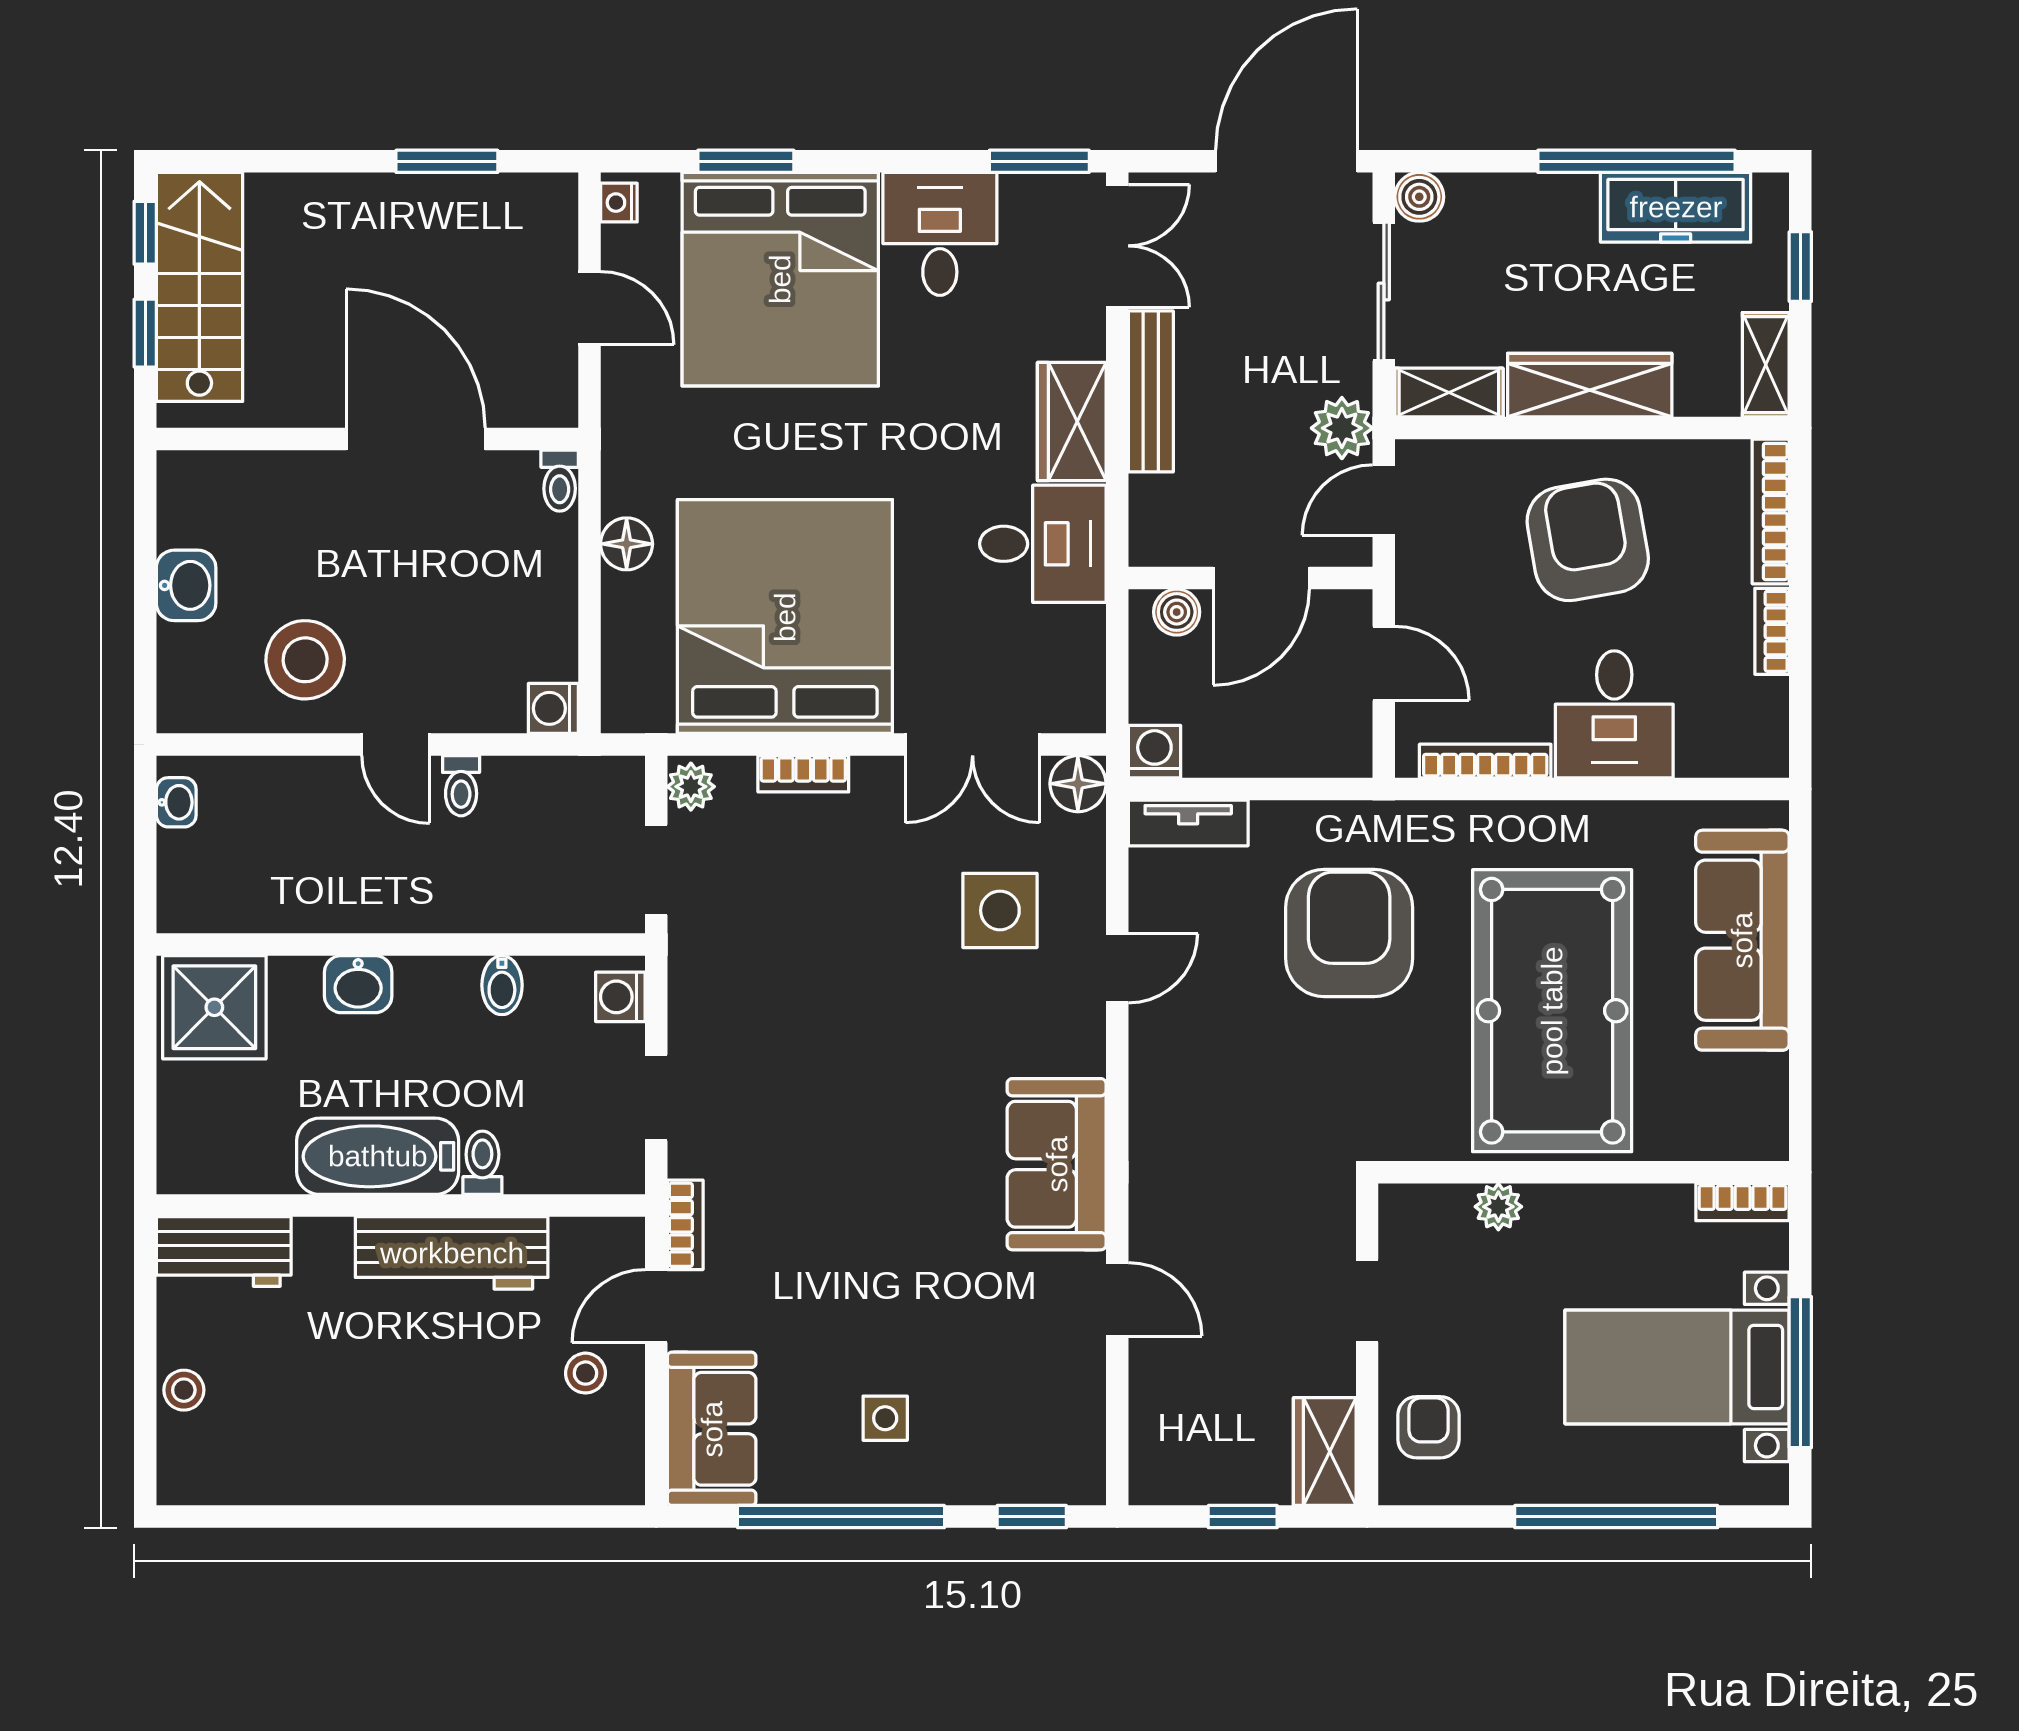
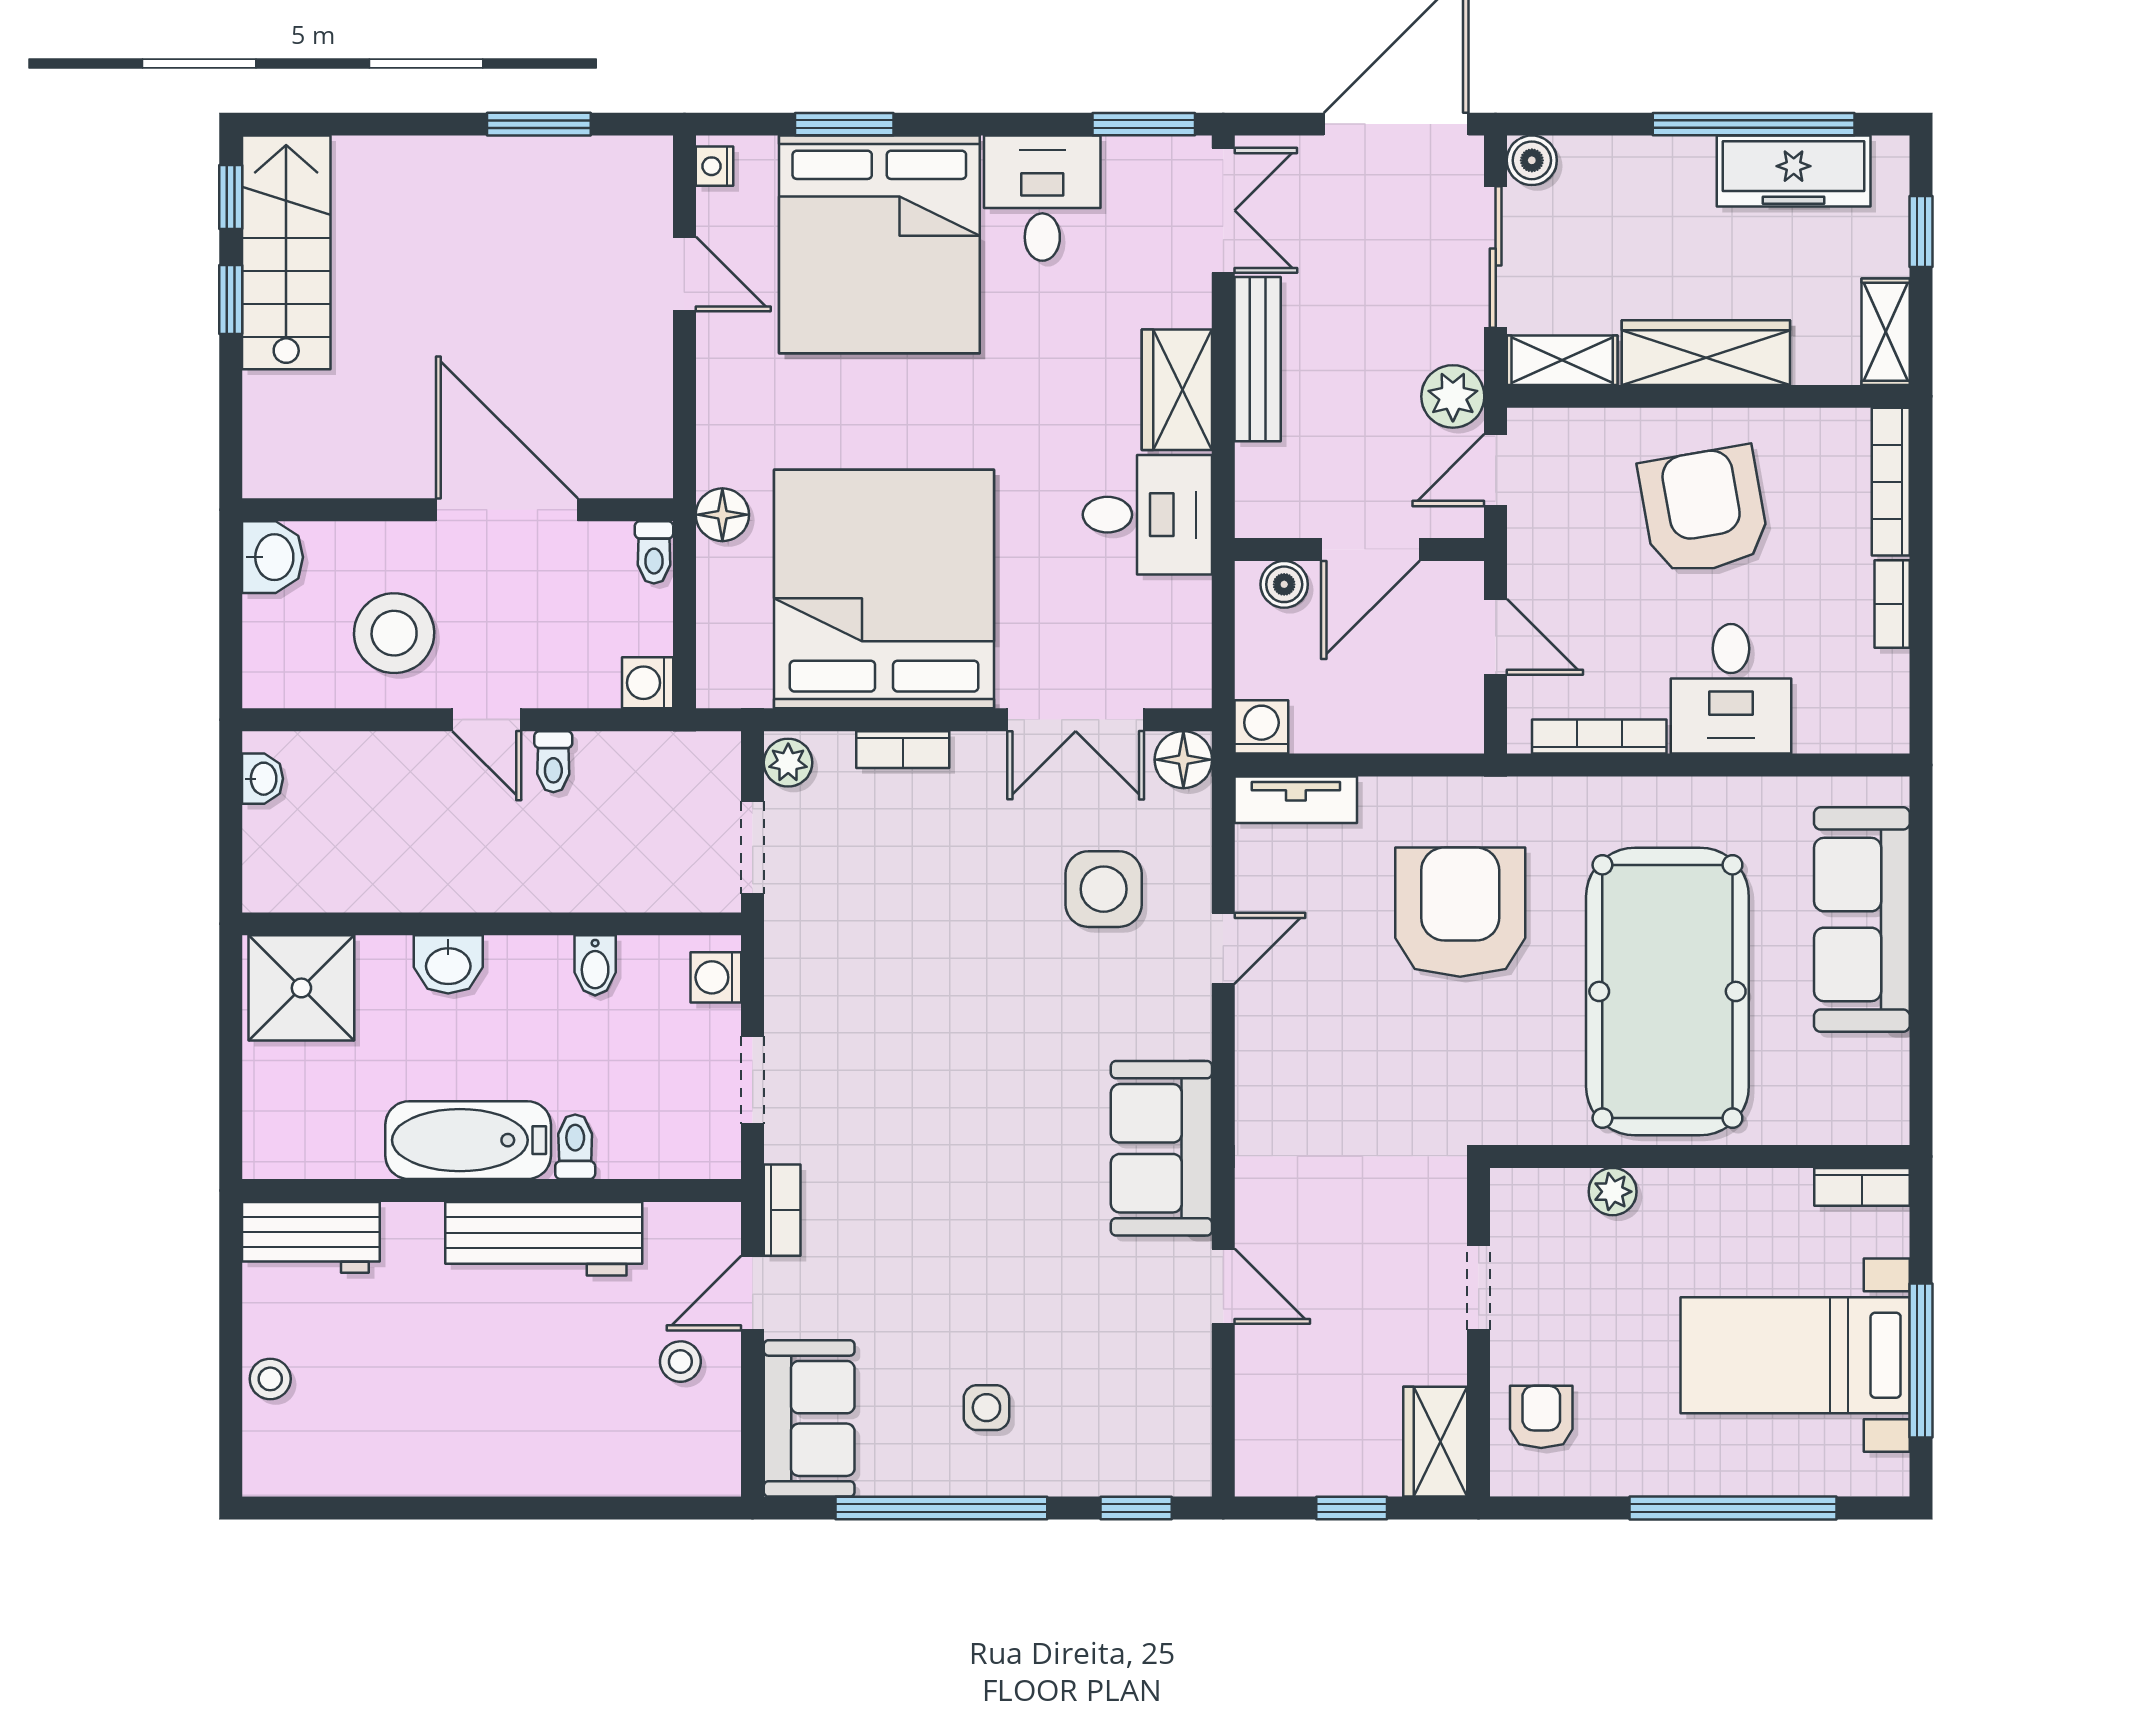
wall: (367, 439) -> (458, 510), moved
door: (416, 439) -> (507, 510), moved
toilet: (560, 481) -> (654, 552), moved

